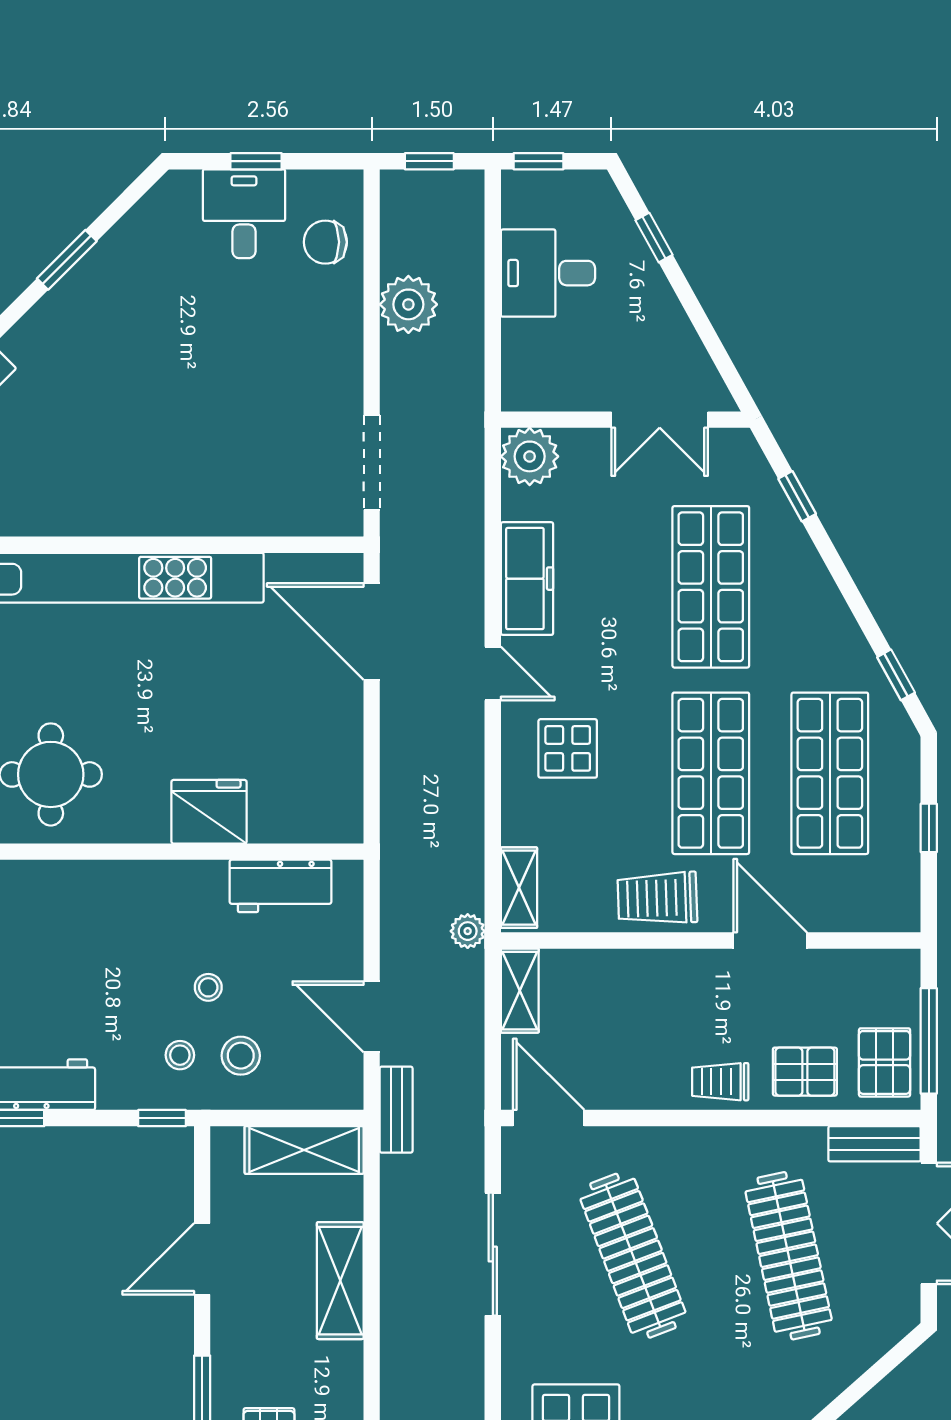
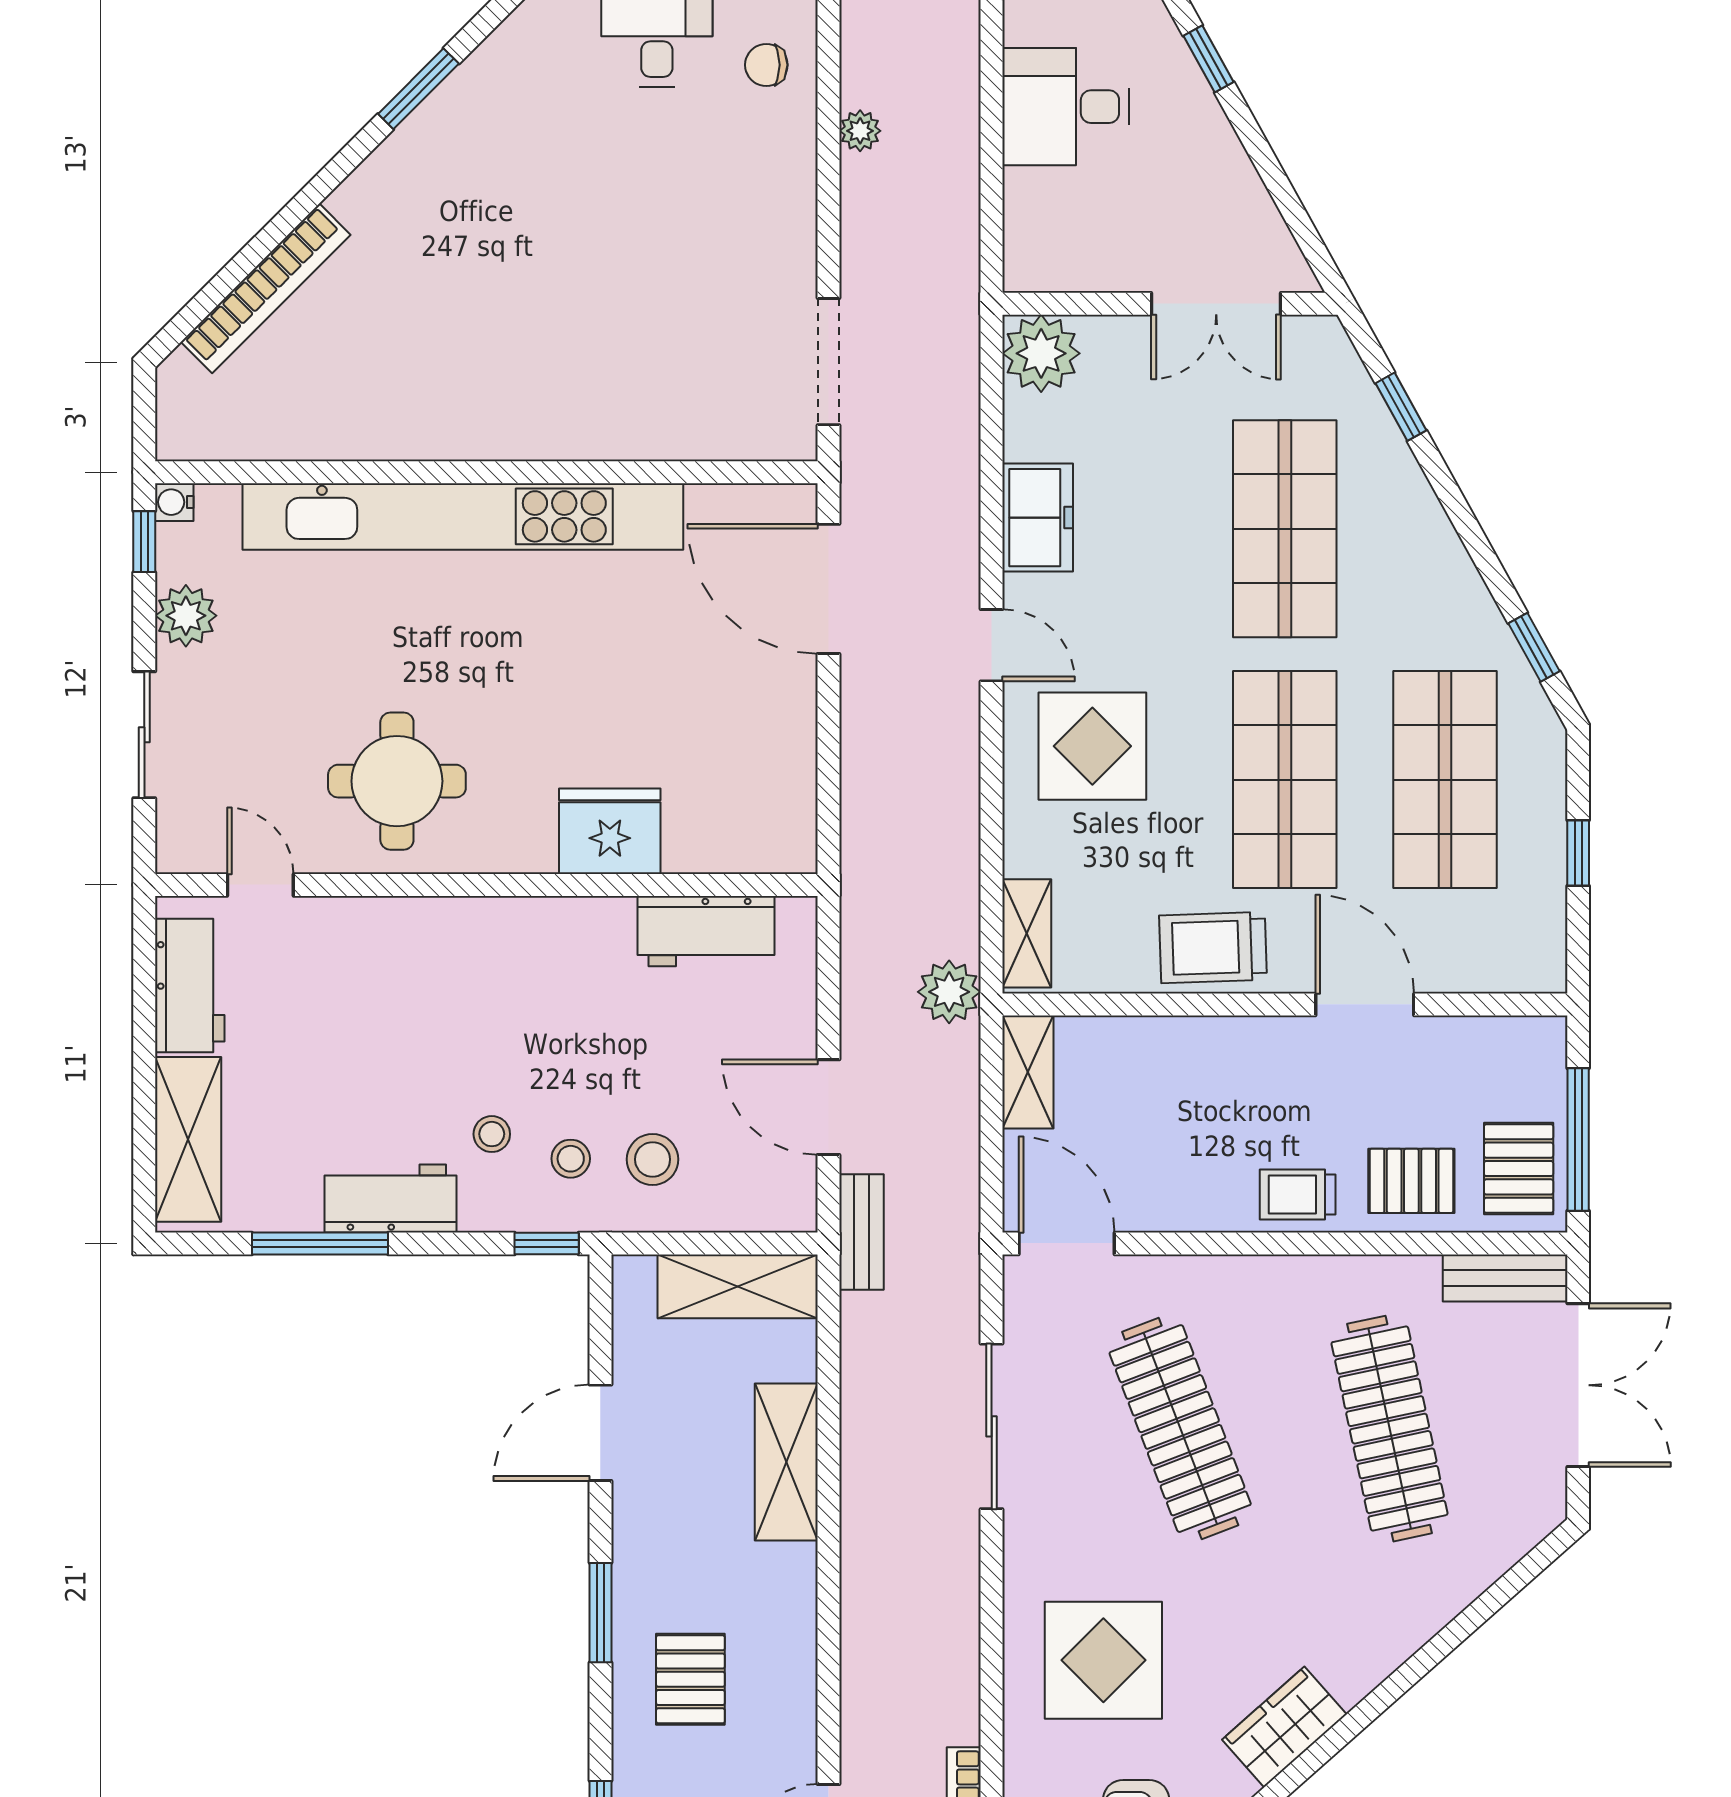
chair: (325, 242) -> (766, 65), width x0.73, depth x0.73
plant: (408, 304) -> (860, 131), width x0.53, depth x0.53
freezer: (527, 579) -> (1038, 518), width x0.71
display table: (568, 748) -> (1092, 746), width x1.36, depth x1.36
plant: (468, 931) -> (949, 992), width x1.38, depth x1.38
stool: (208, 987) -> (492, 1134), moved

